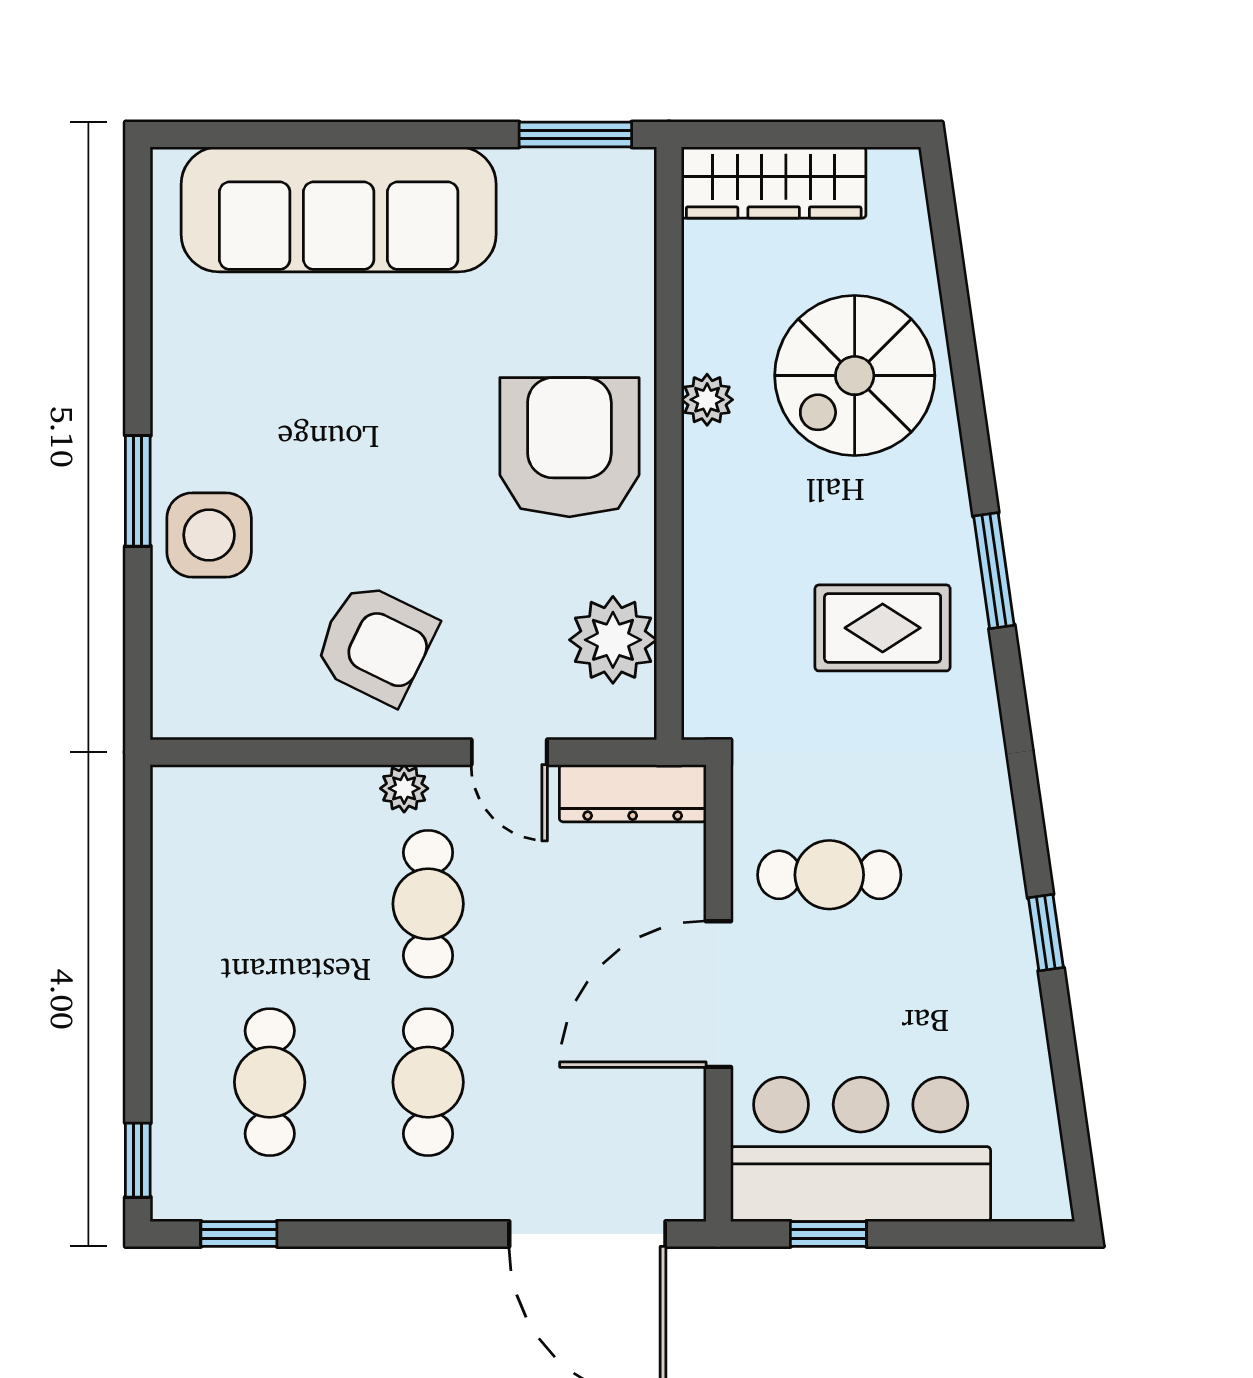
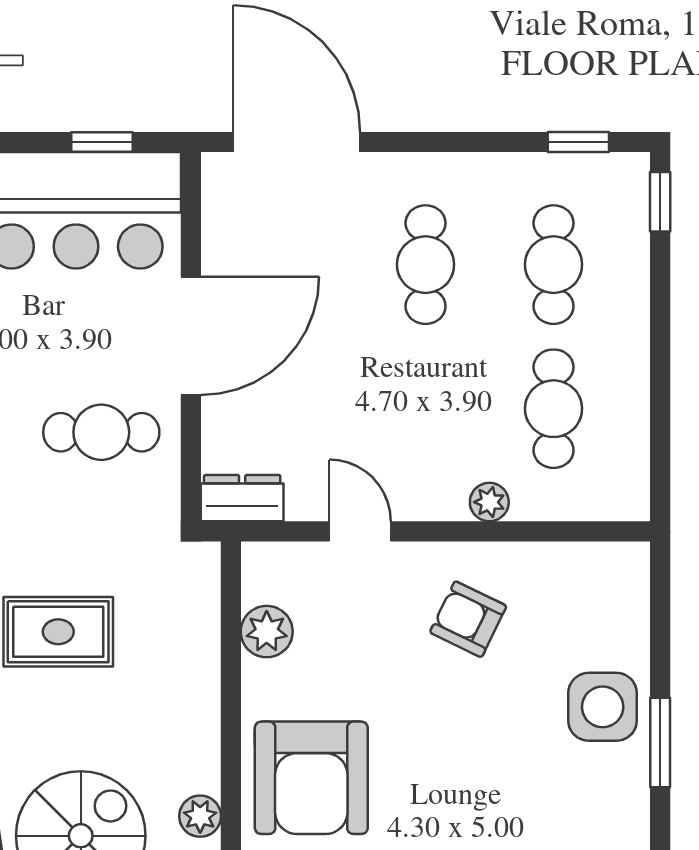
plant: (613, 640) -> (267, 632), width x0.73, depth x0.73
armchair: (375, 644) -> (468, 619), width x0.72, depth x0.72
plant: (404, 788) -> (489, 502), moved
dresser: (633, 793) -> (242, 498), width x0.70
cafe table: (428, 904) -> (554, 409), moved

